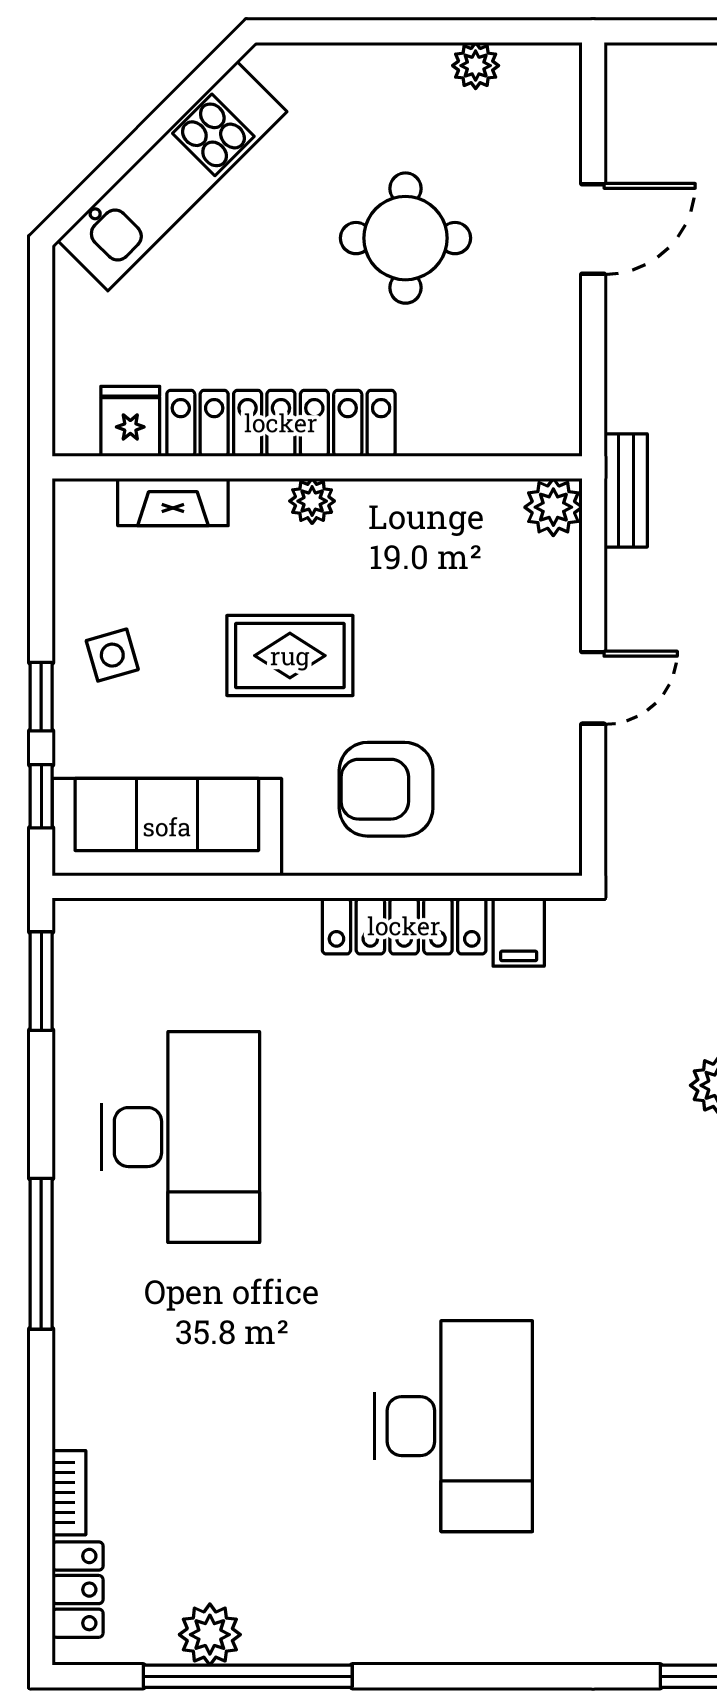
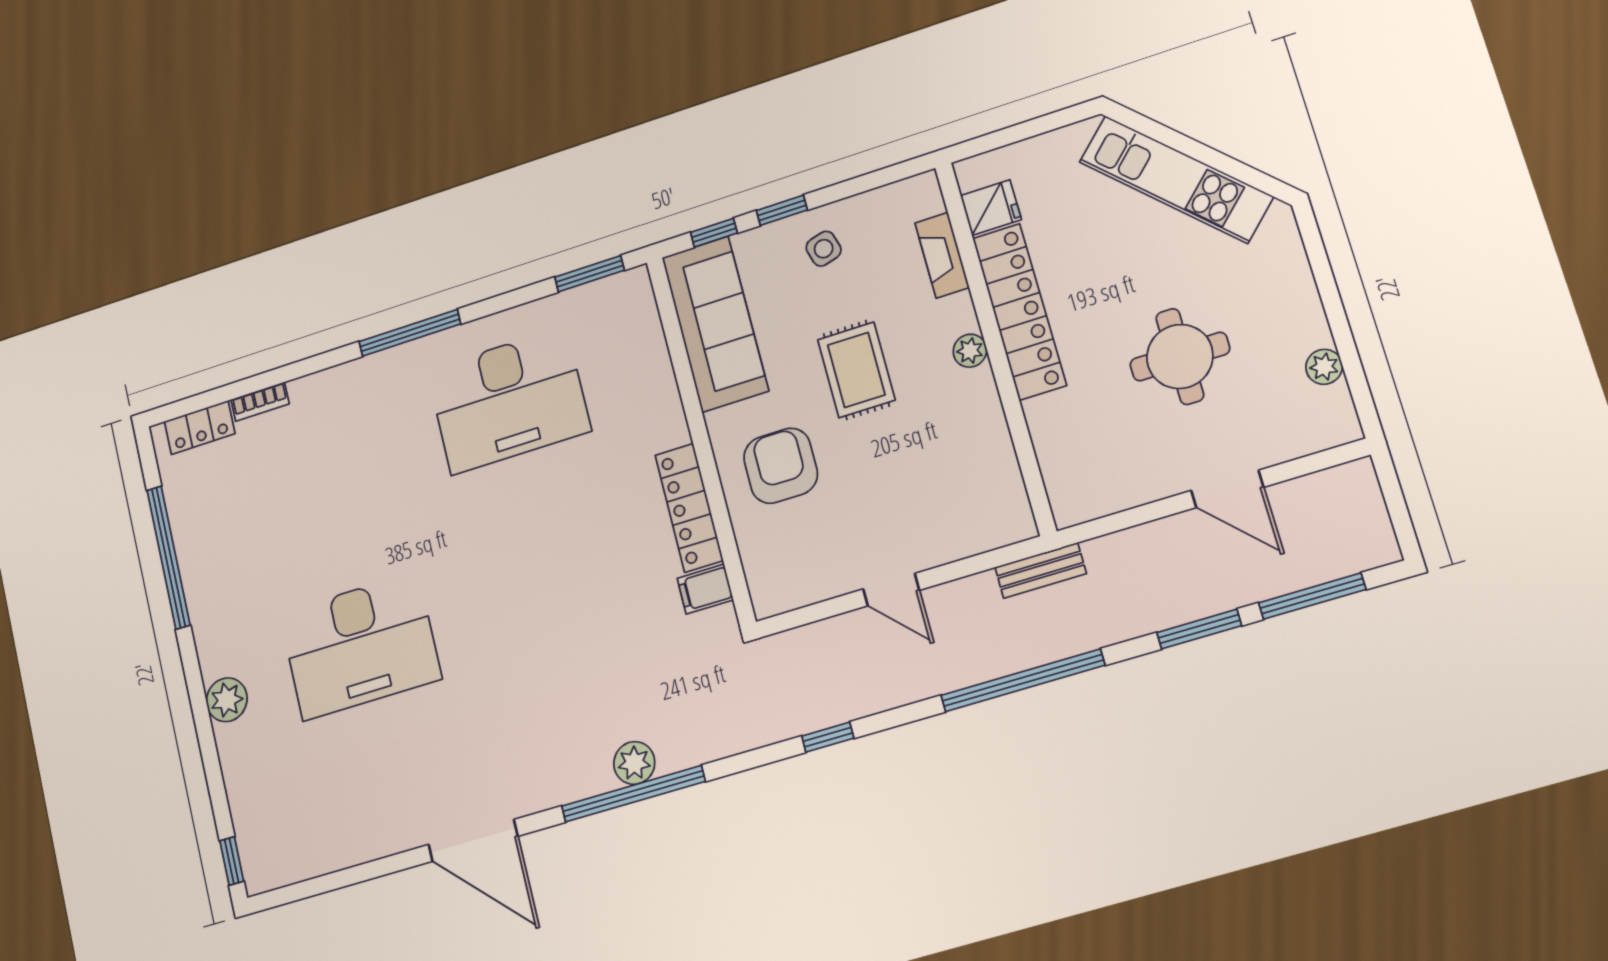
plant: (553, 507) -> (1014, 522), removed
plant: (210, 1635) -> (227, 700), moved

